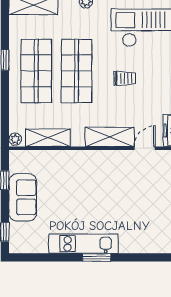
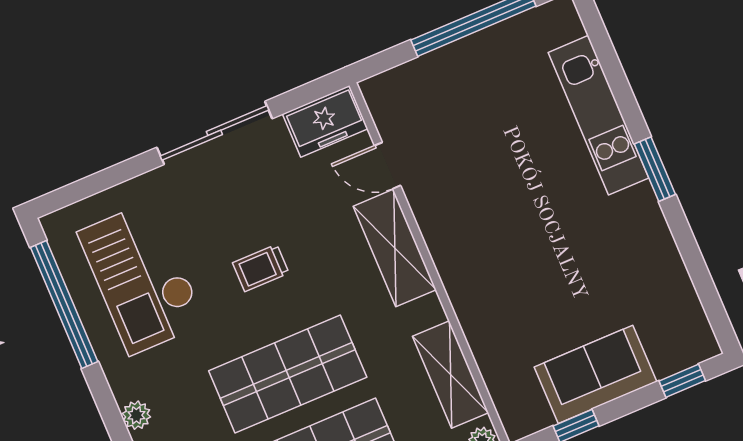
trolley: (125, 78) -> (261, 268), turned -90
kitchen unit: (83, 244) -> (599, 115), moved

